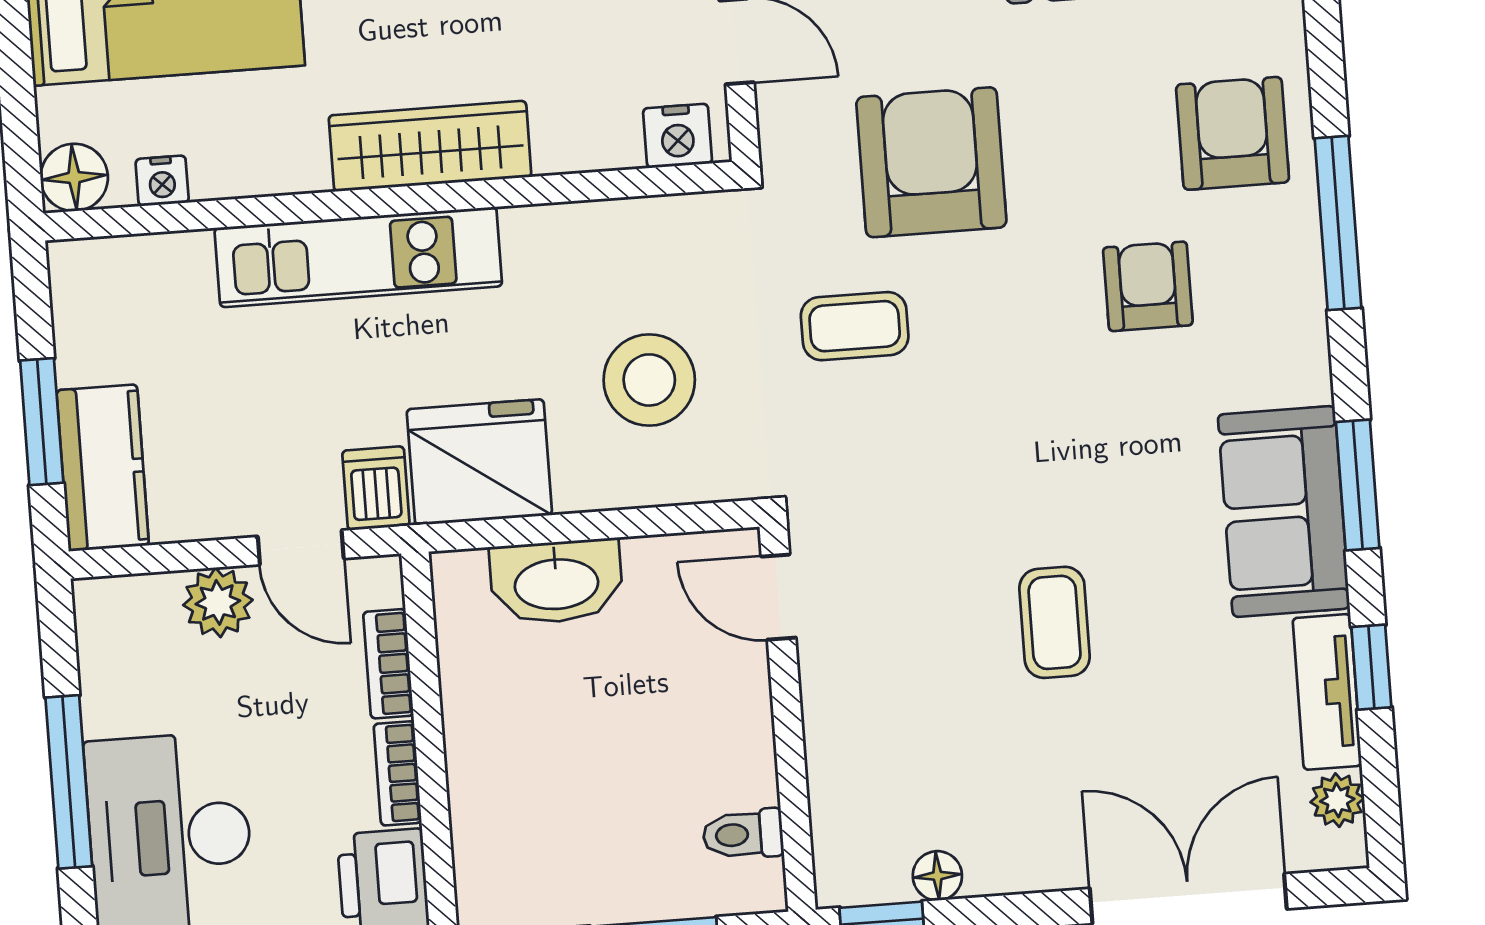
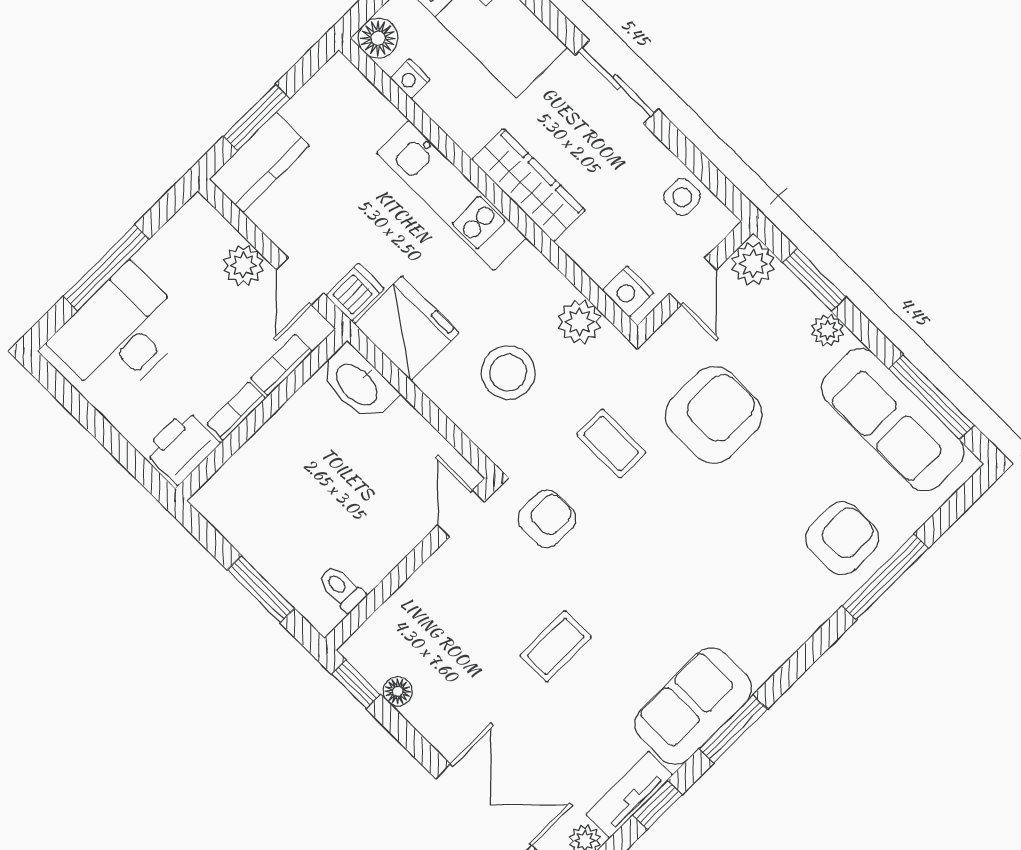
window: (1338, 223) -> (885, 577), moved
plant: (663, 232) -> (580, 322), added
armchair: (1148, 286) -> (547, 519), moved
washbasin: (556, 582) -> (358, 384), moved

